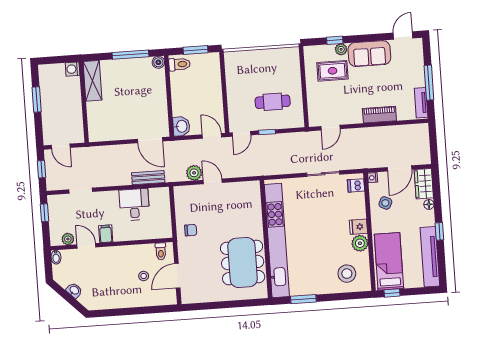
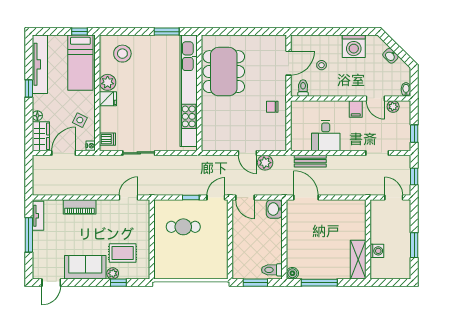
washing machine: (73, 69) -> (377, 251), moved
washing machine: (112, 297) -> (354, 46), added

